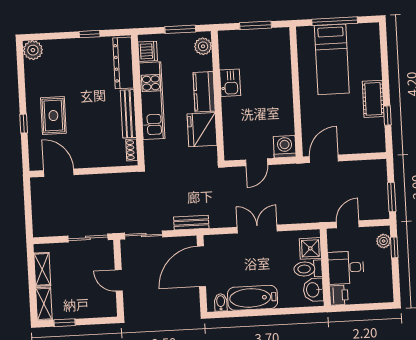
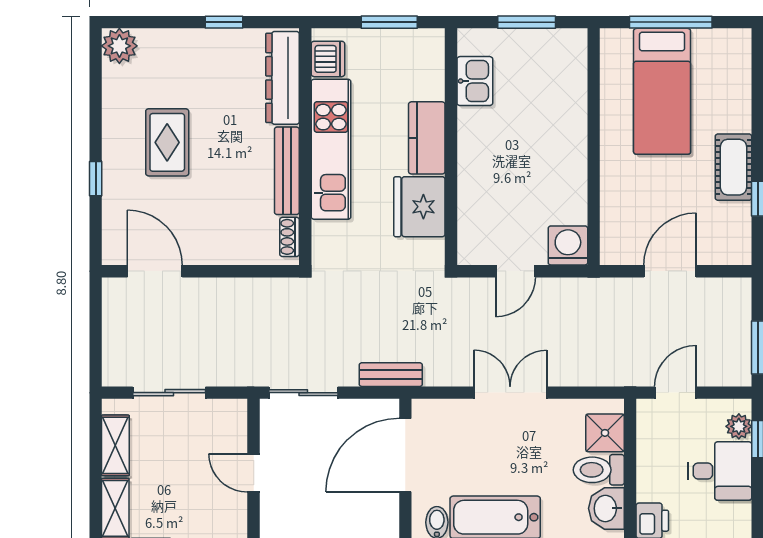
plant: (203, 46) -> (429, 55), removed
kitchen sink: (230, 83) -> (475, 81), moved
rug: (53, 116) -> (167, 142), moved
door: (324, 159) -> (670, 271), moved
sliding door: (88, 238) -> (169, 393), moved
desk: (346, 268) -> (720, 471), moved, turned 180

